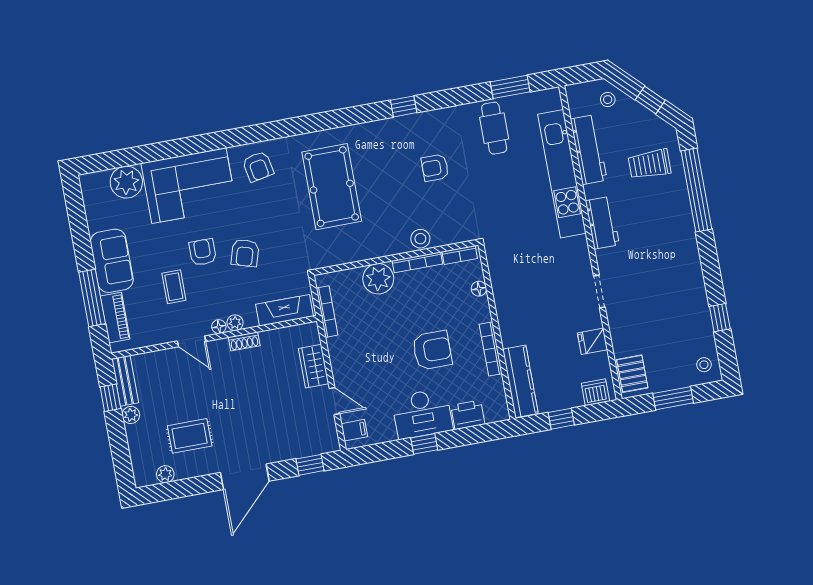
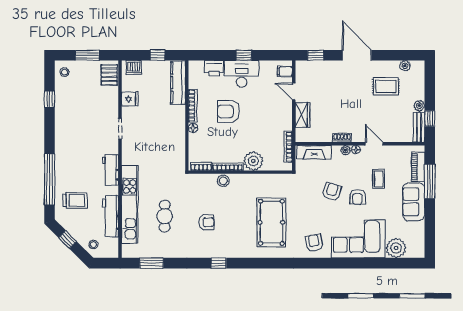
cafe table: (494, 128) -> (165, 216), moved
floor lamp: (479, 289) -> (193, 128), moved
door: (245, 477) -> (357, 55), hinge flipped

